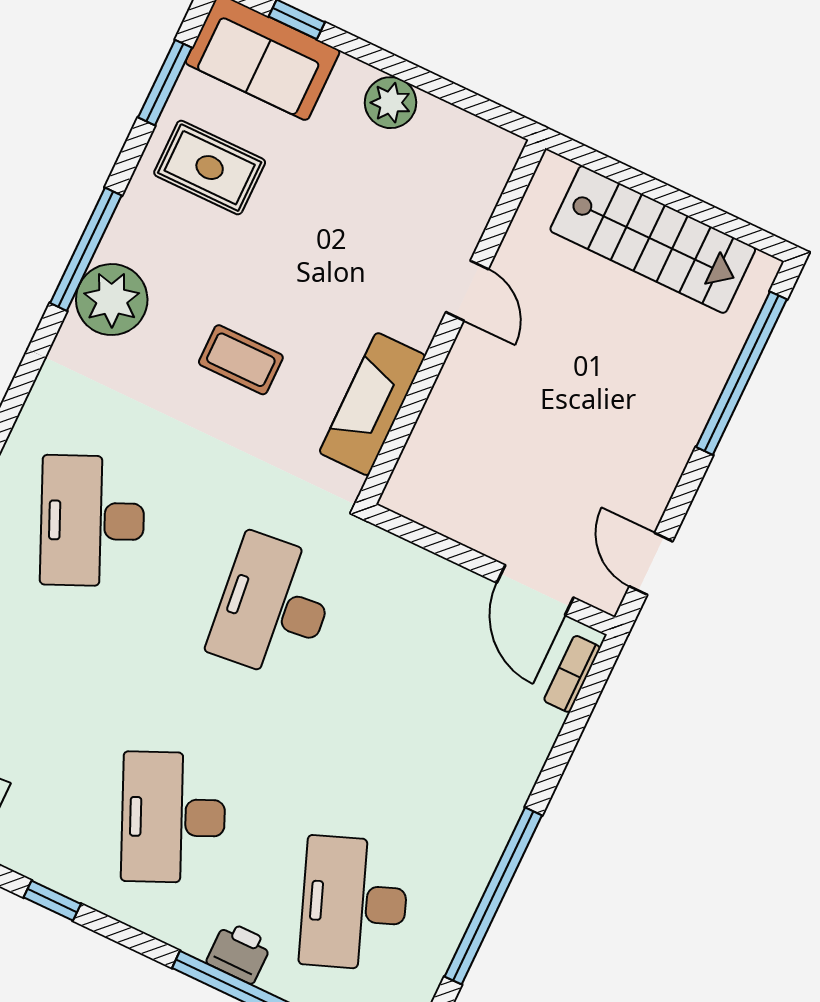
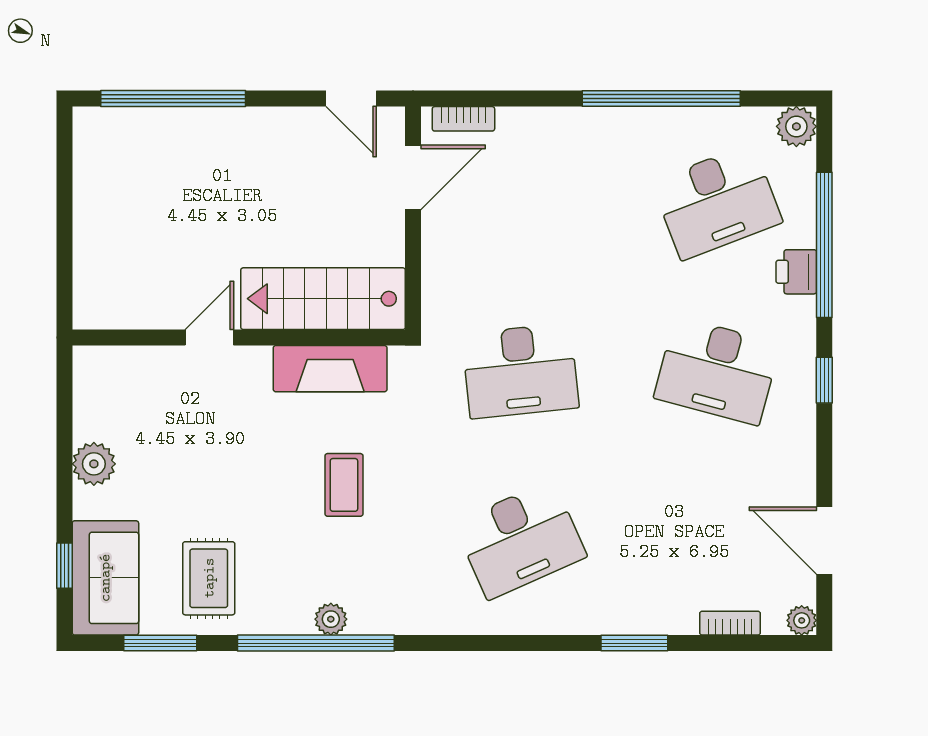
stairs: (653, 239) -> (323, 299), moved, turned -90
window: (86, 249) -> (316, 643), width x1.46
plant: (112, 300) -> (331, 619), width x0.53, depth x0.53
door: (651, 564) -> (351, 99), hinge flipped
desk: (173, 817) -> (717, 371), turned 39
window: (52, 901) -> (824, 380), moved

